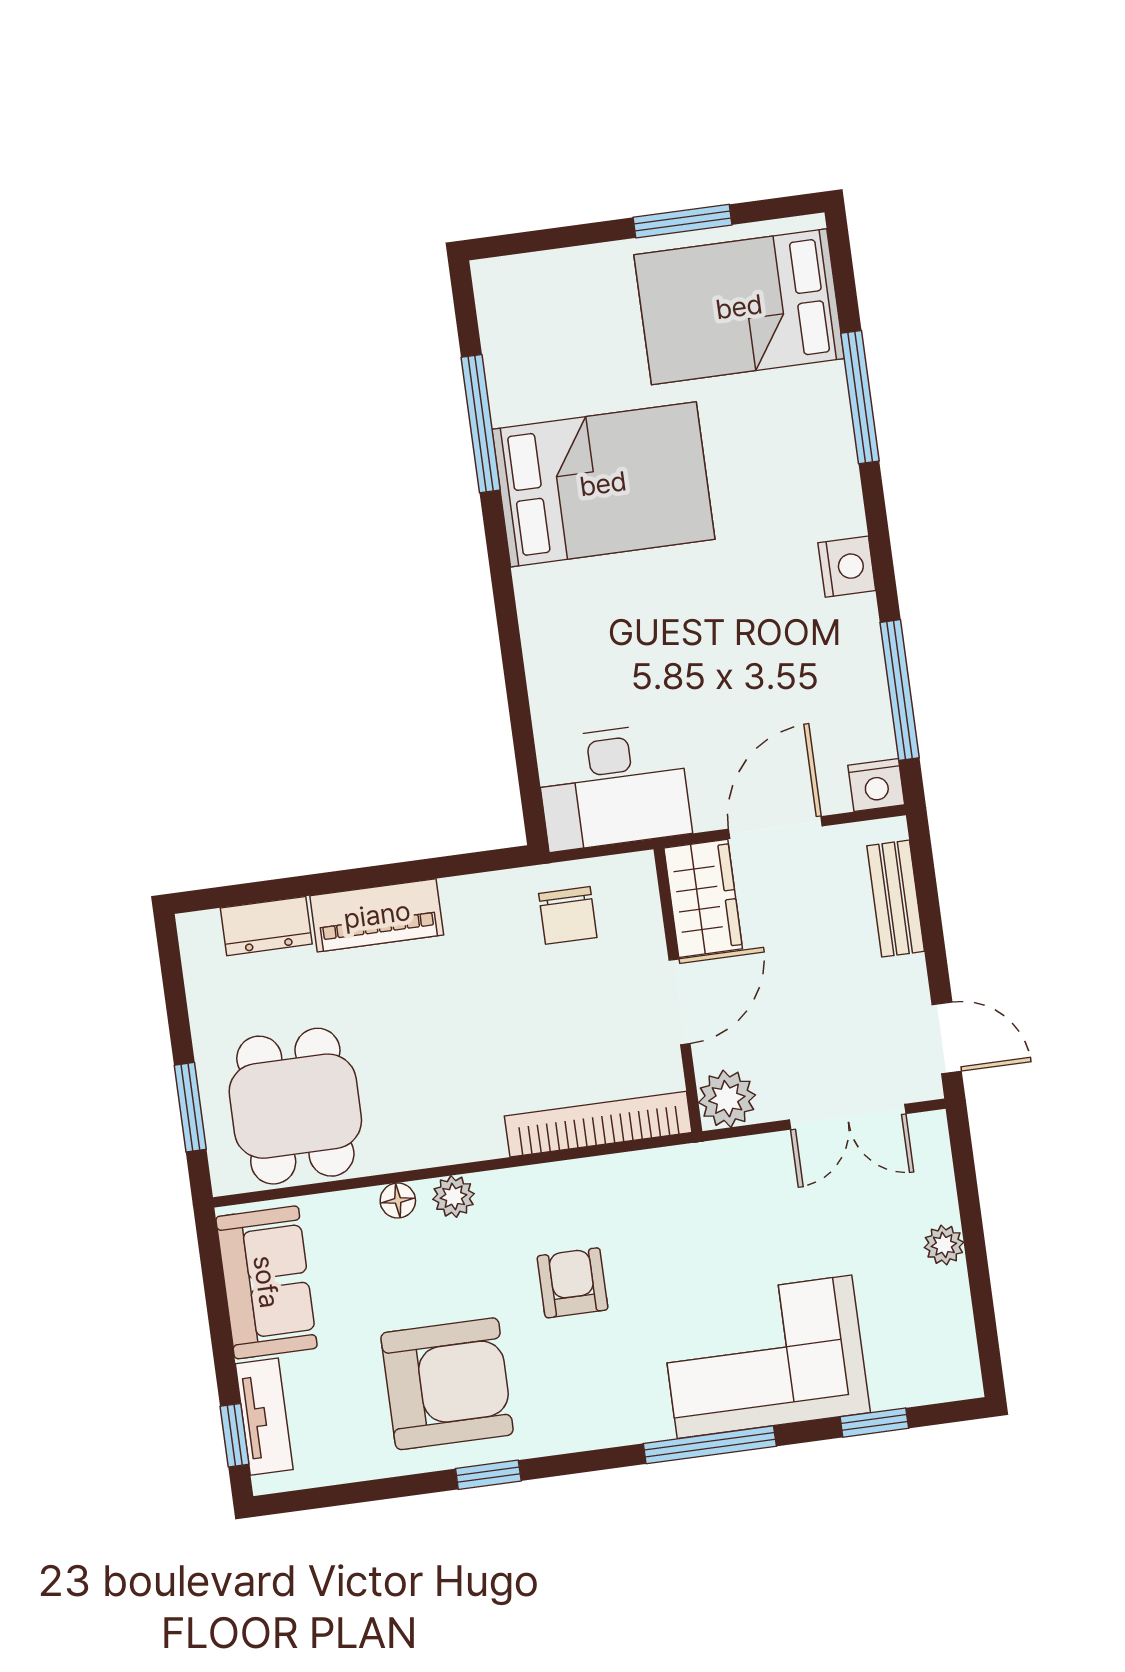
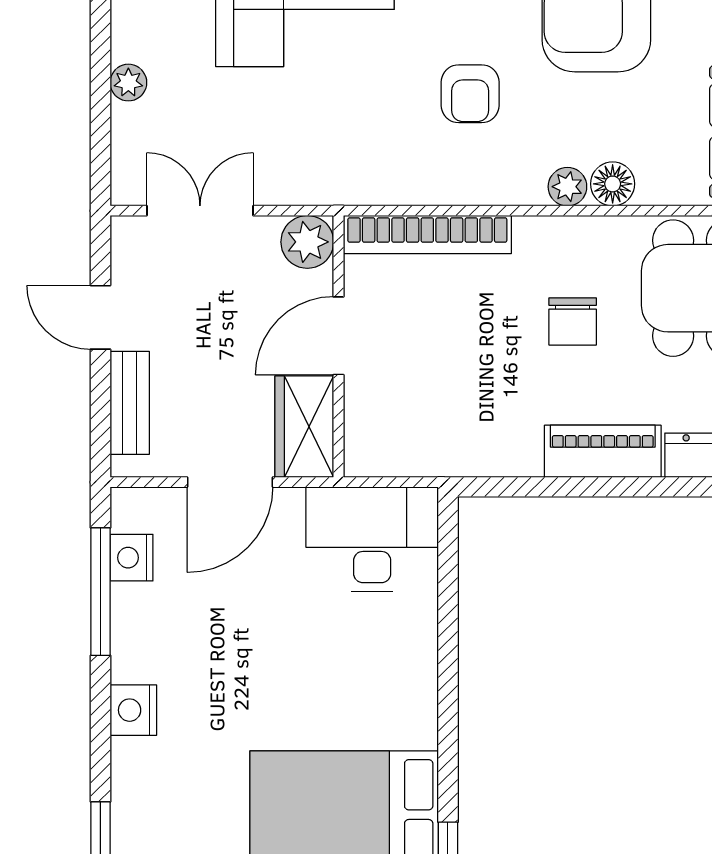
nightstand: (876, 785) -> (131, 558), moved, turned -90
chair: (568, 915) -> (573, 321), moved, turned 180
door: (947, 1038) -> (100, 317), moved
floor lamp: (398, 1201) -> (613, 184), width x1.37, depth x1.37

